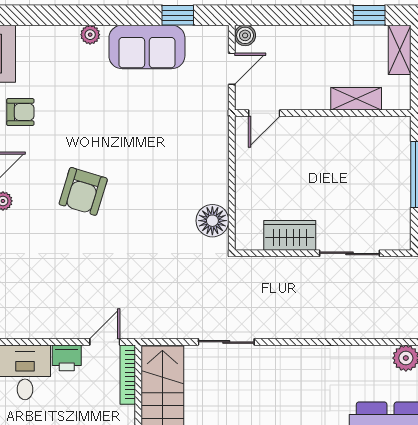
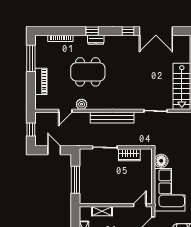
corner sofa: (192, 150) -> (170, 190), added
bench: (332, 326) -> (112, 118), added

